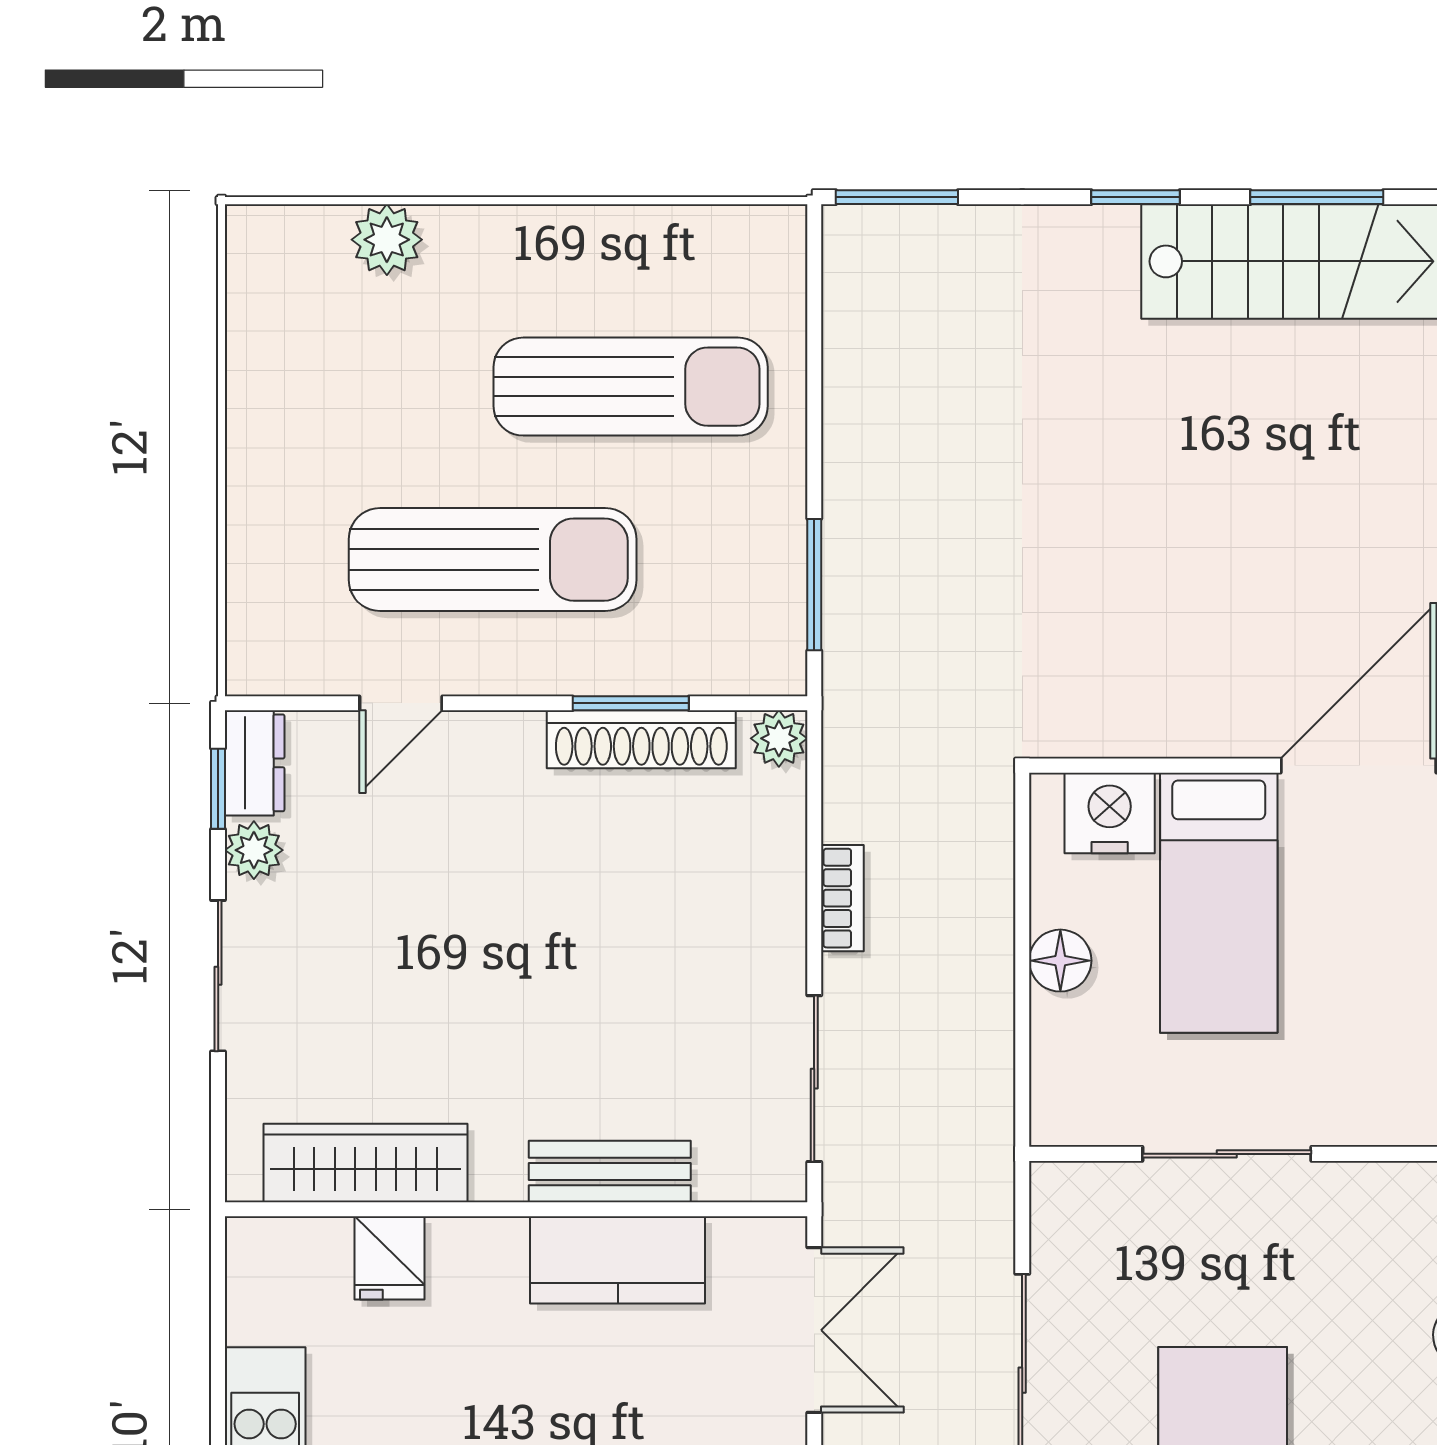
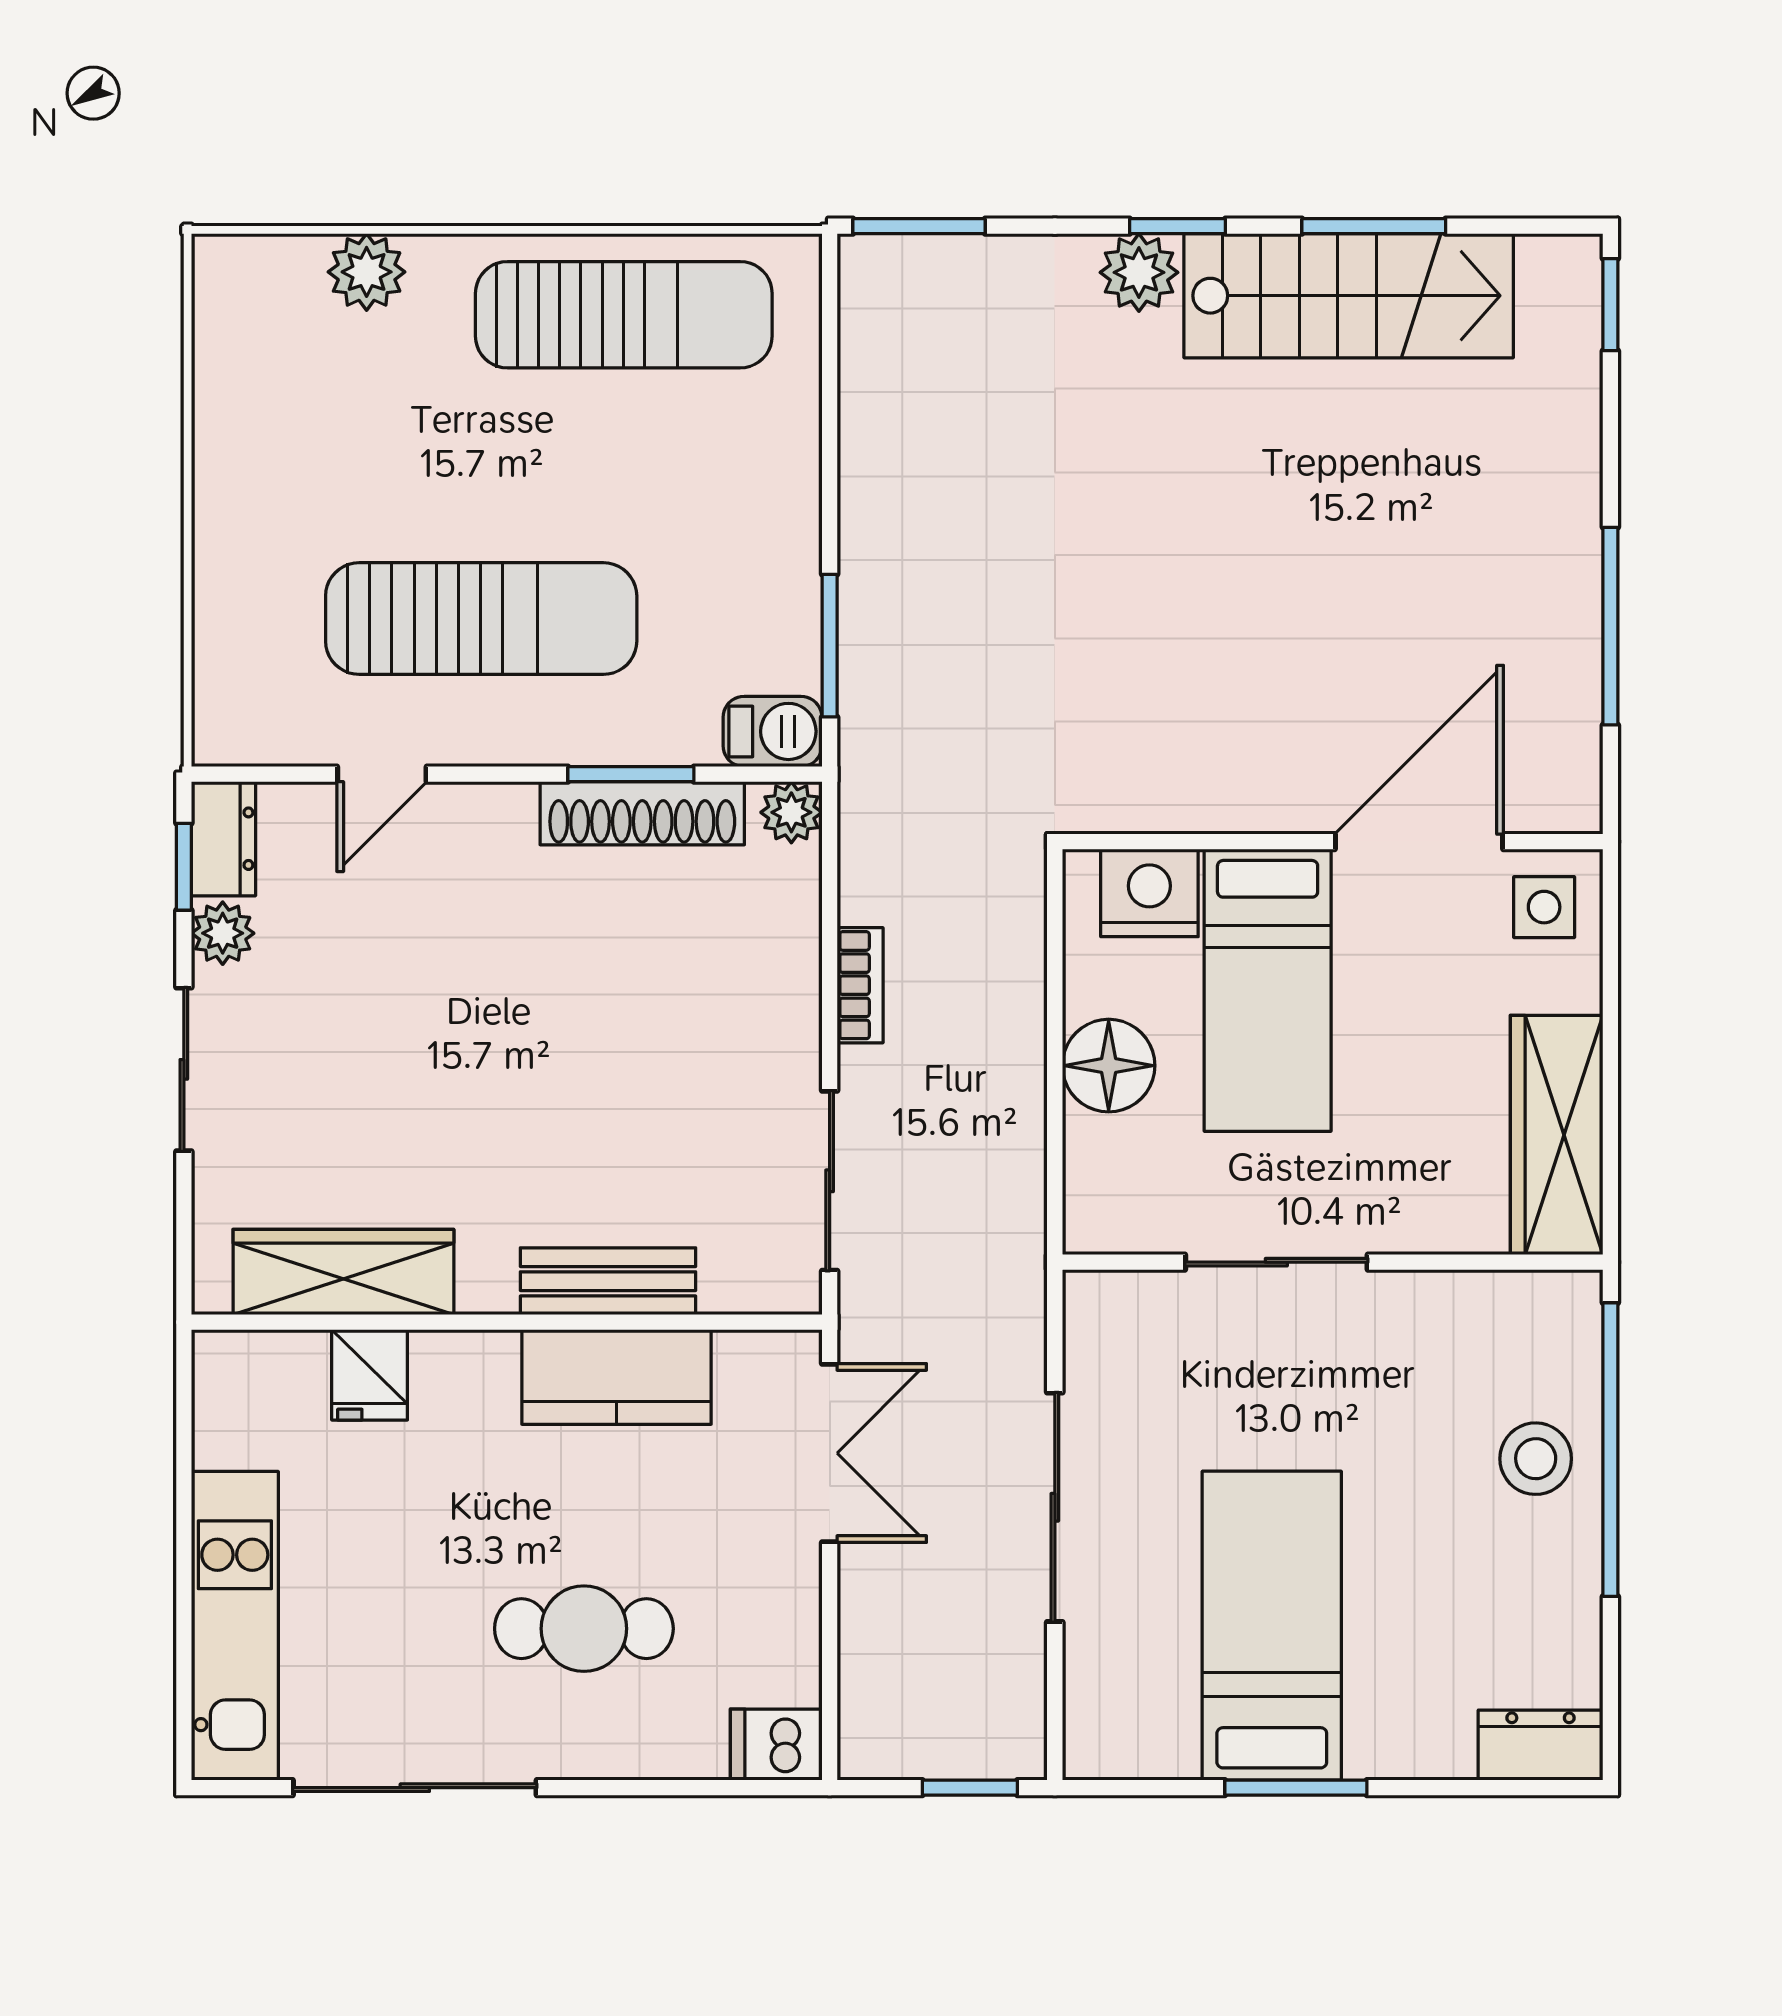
plant: (1100, 240) -> (1139, 272), added
sun lounger: (631, 387) -> (624, 315), moved
barbecue: (762, 664) -> (773, 731), added
floor lamp: (1060, 961) -> (1109, 1066), width x1.38, depth x1.38

